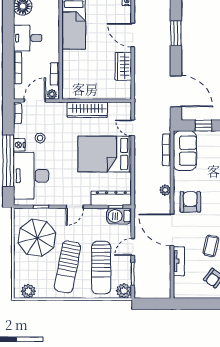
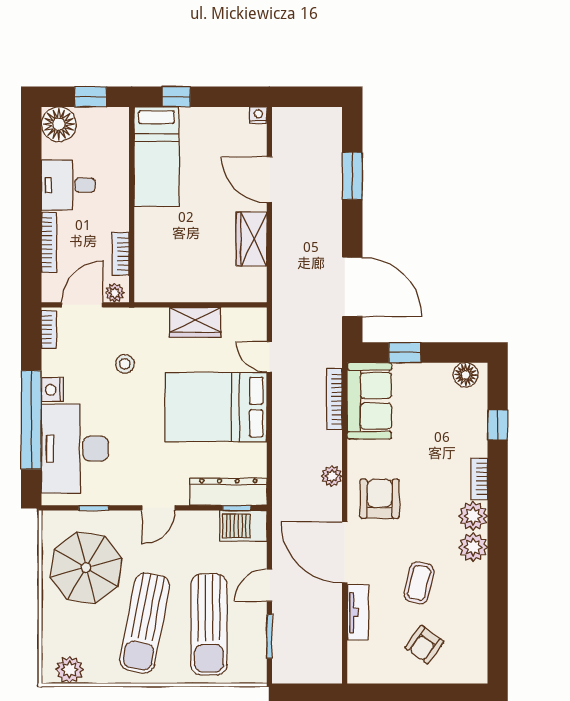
wardrobe: (87, 110) -> (195, 322), width x0.67
stool: (40, 138) -> (125, 364), moved
plant: (124, 291) -> (252, 669), removed

